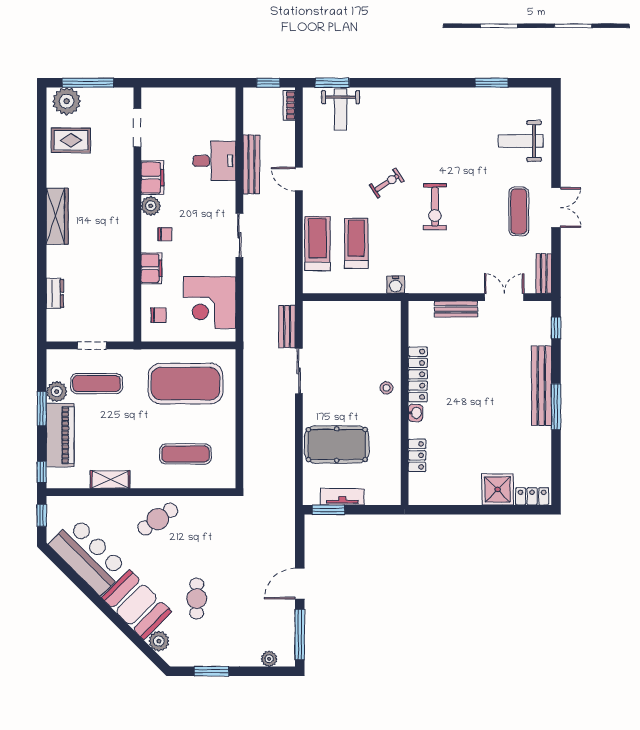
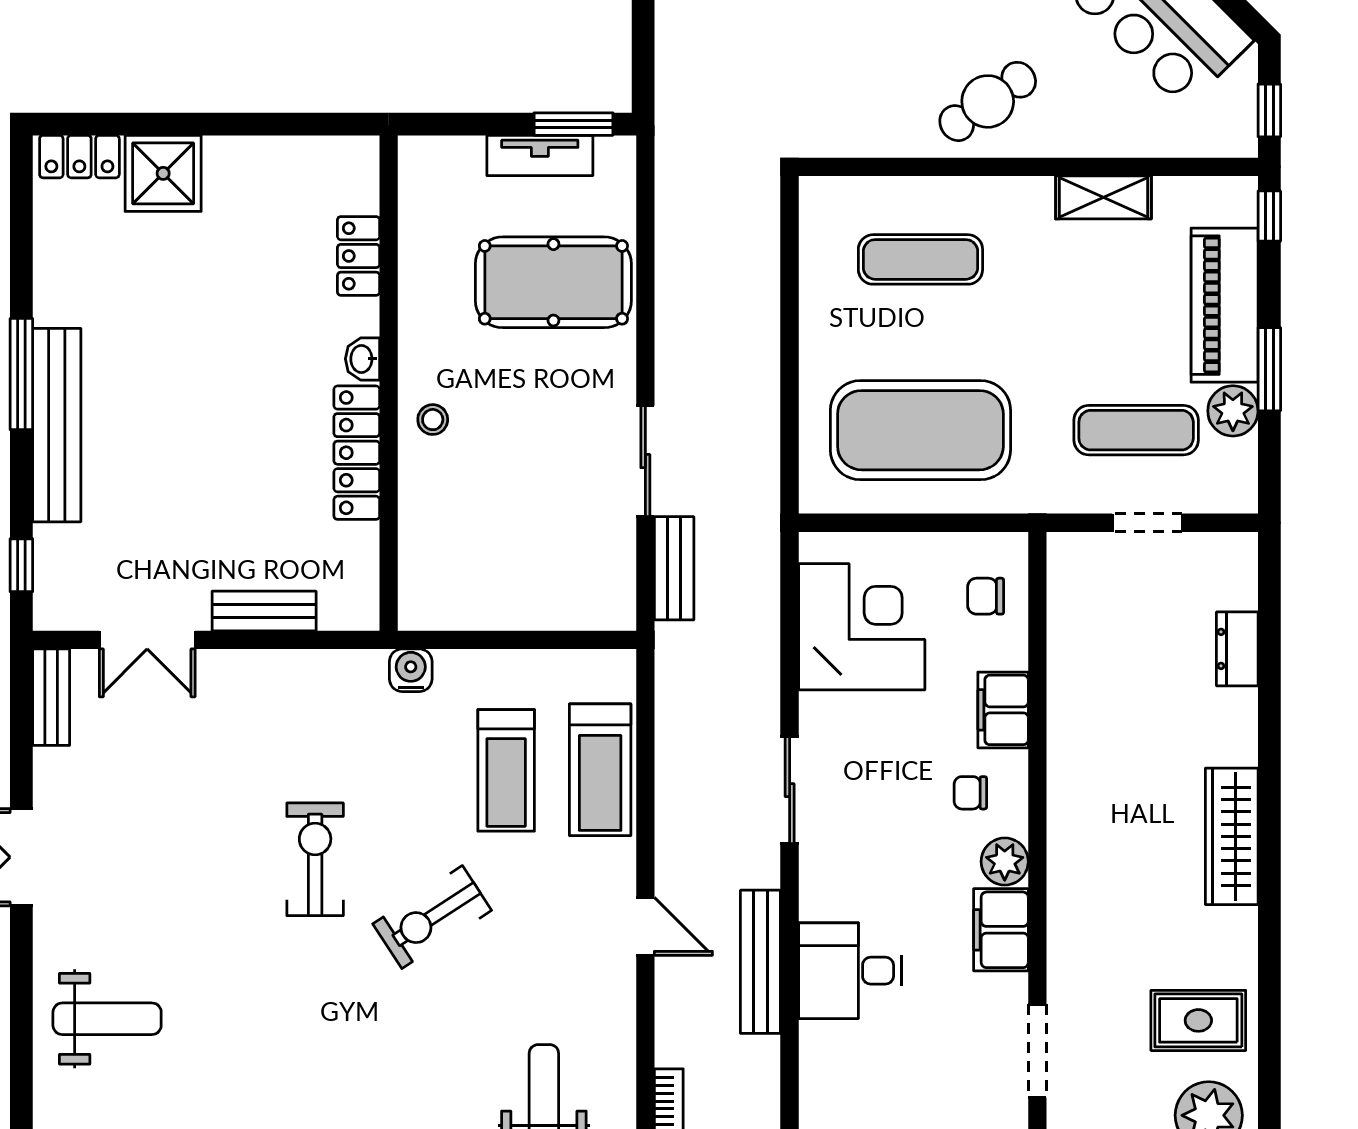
exercise bike: (387, 183) -> (432, 917), width x1.38, depth x1.39
exercise mat: (519, 211) -> (112, 848), removed

